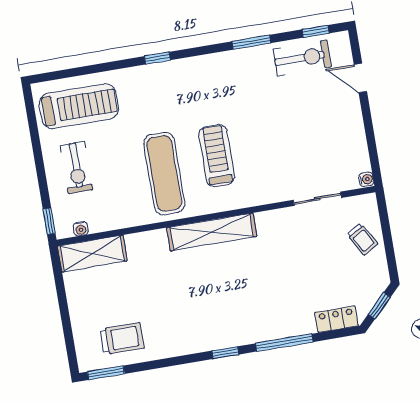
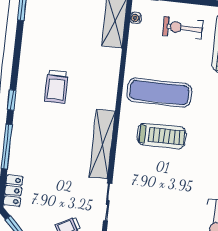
shelving: (212, 232) -> (102, 144), moved
trolley: (122, 338) -> (56, 87), moved

